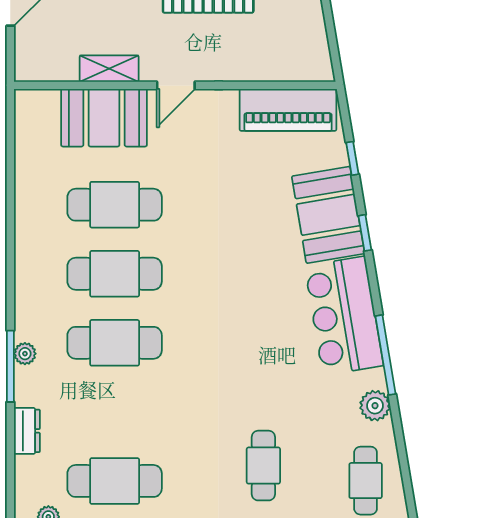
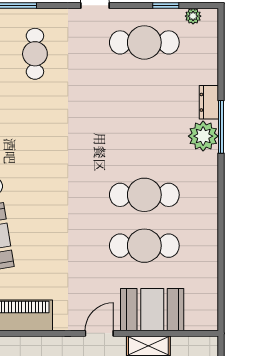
cafe table: (115, 343) -> (144, 144), removed
plant: (25, 354) -> (203, 136), width x1.88, depth x1.88
dresser: (27, 431) -> (209, 102), moved

